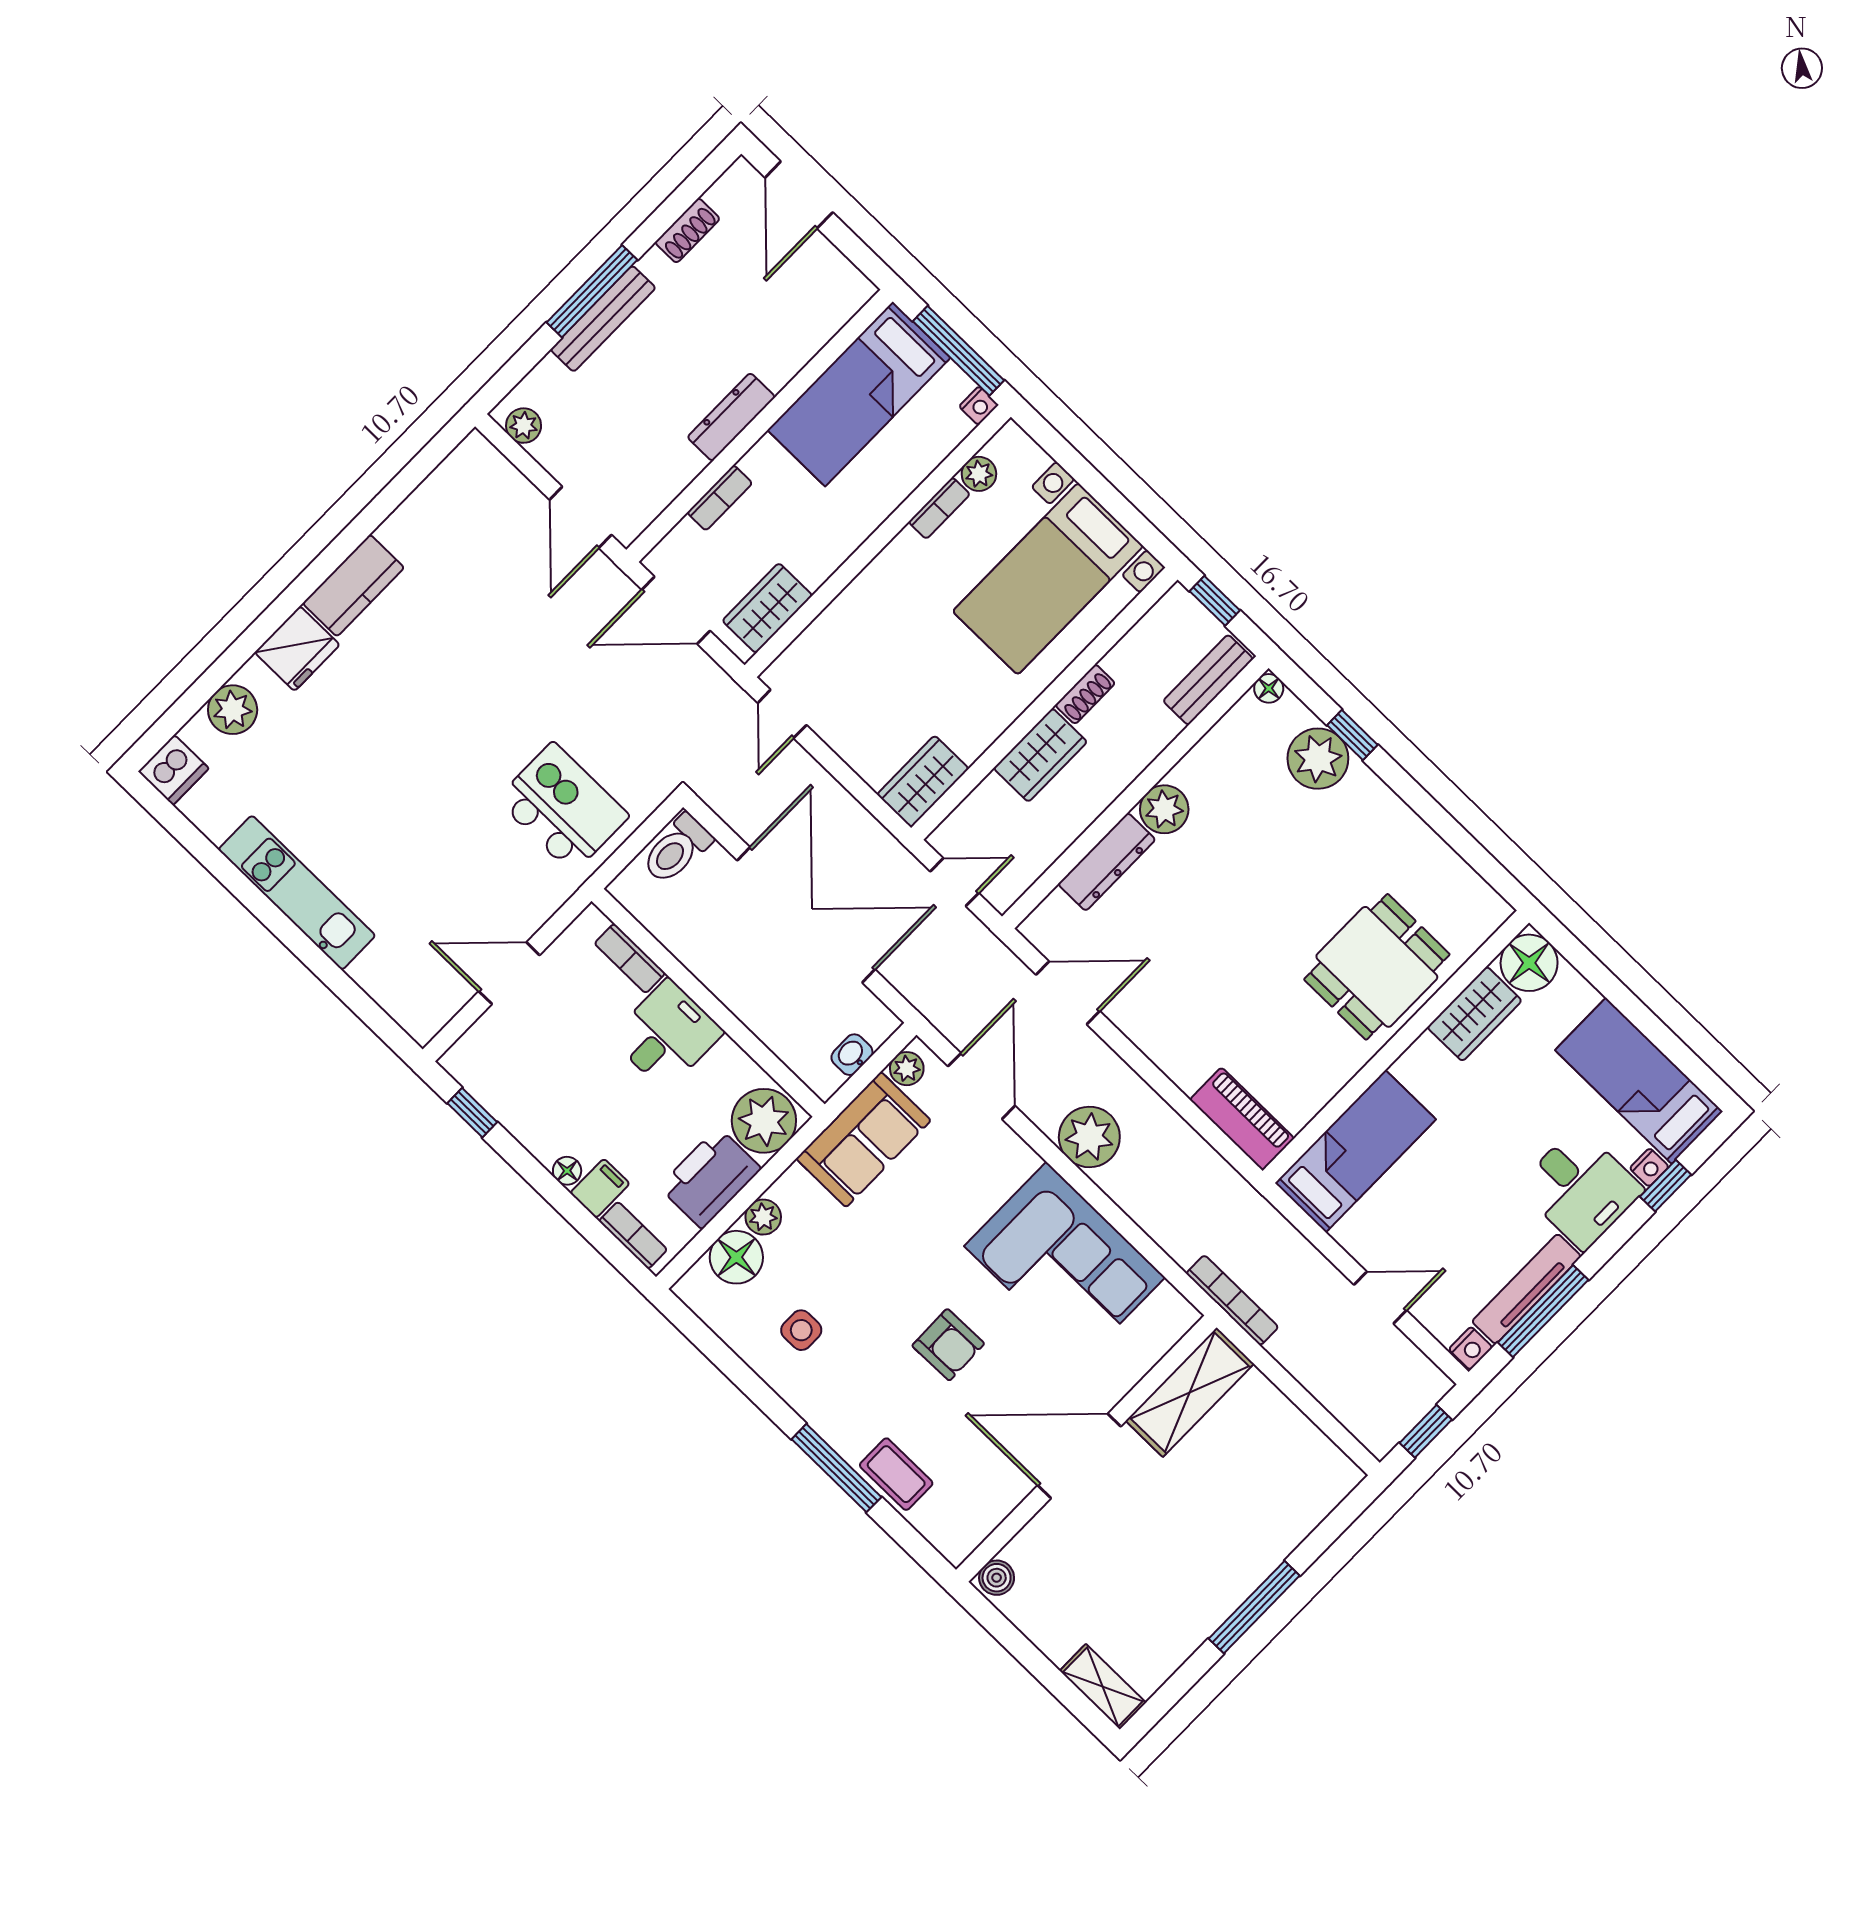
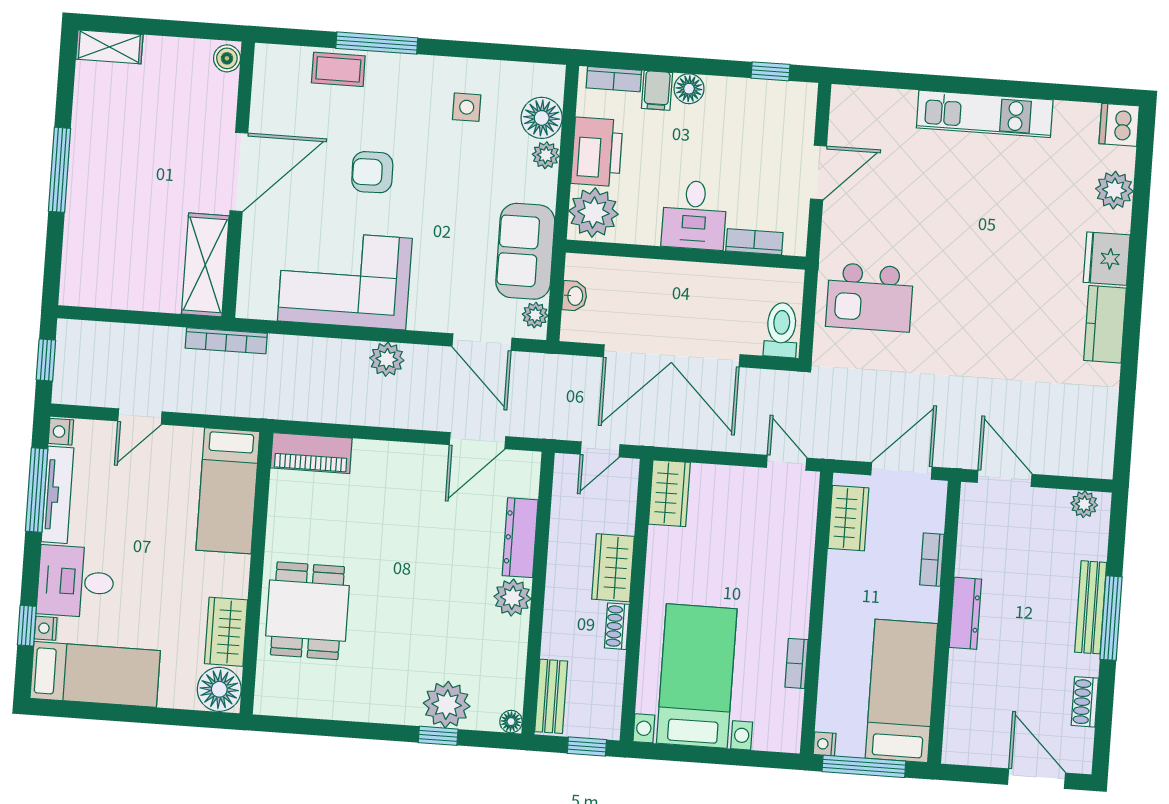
plant: (979, 474) -> (790, 704), removed
plant: (1089, 1137) -> (387, 359), width x0.73, depth x0.73
floor lamp: (567, 1171) -> (689, 89), width x1.37, depth x1.37

